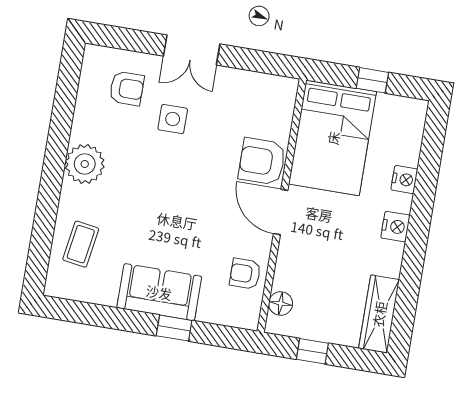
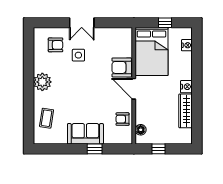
nightstand: (404, 180) -> (187, 45), moved
wardrobe: (379, 314) -> (186, 111), moved

